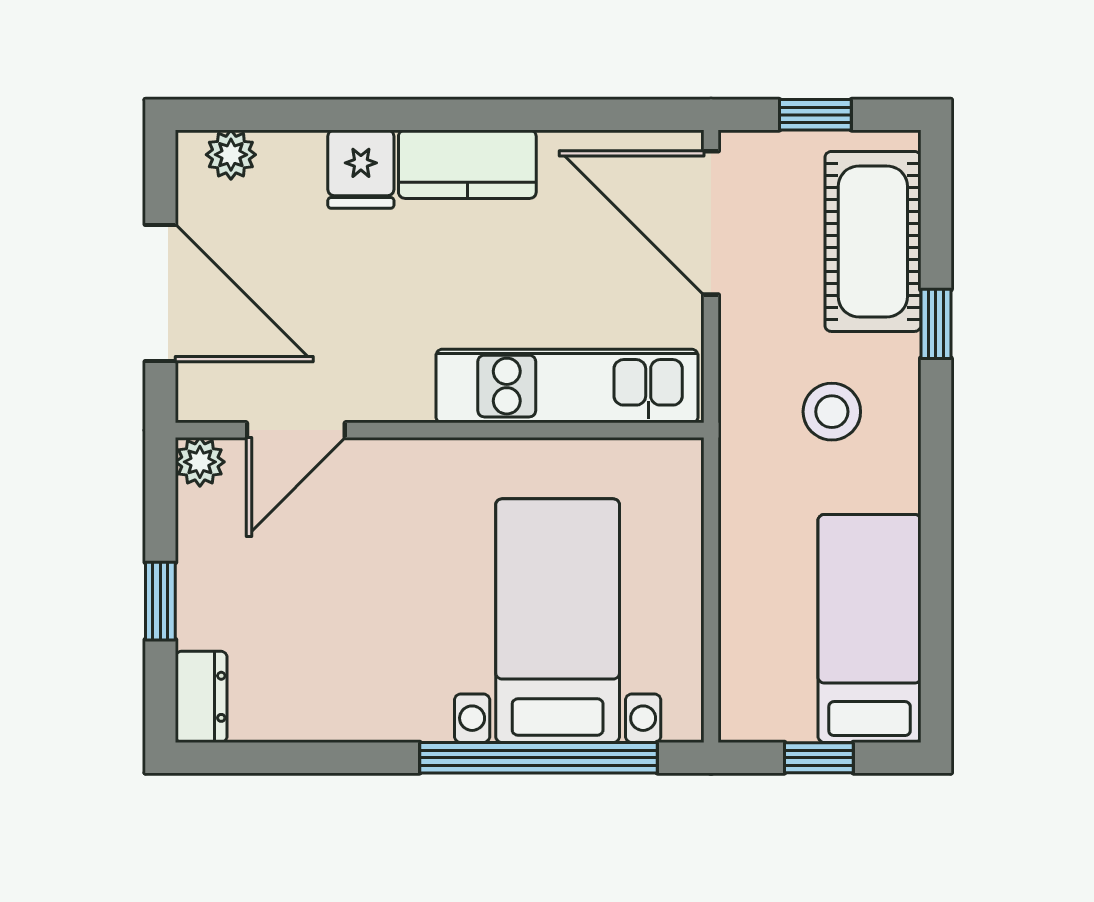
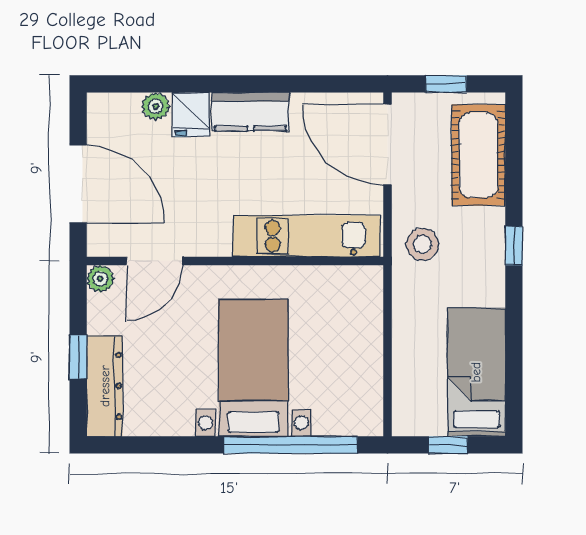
plant: (231, 155) -> (156, 106), moved
window: (936, 324) -> (514, 246), moved
stool: (832, 412) -> (422, 244), moved
bed with nightstands: (558, 621) -> (253, 368), moved
dresser: (201, 697) -> (105, 386), width x1.96, depth x1.24

